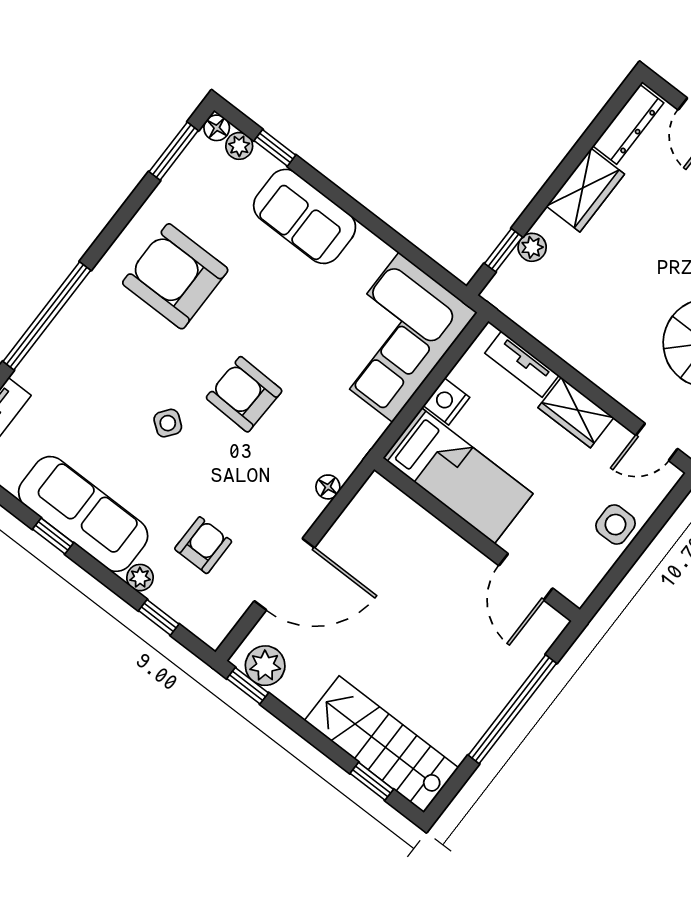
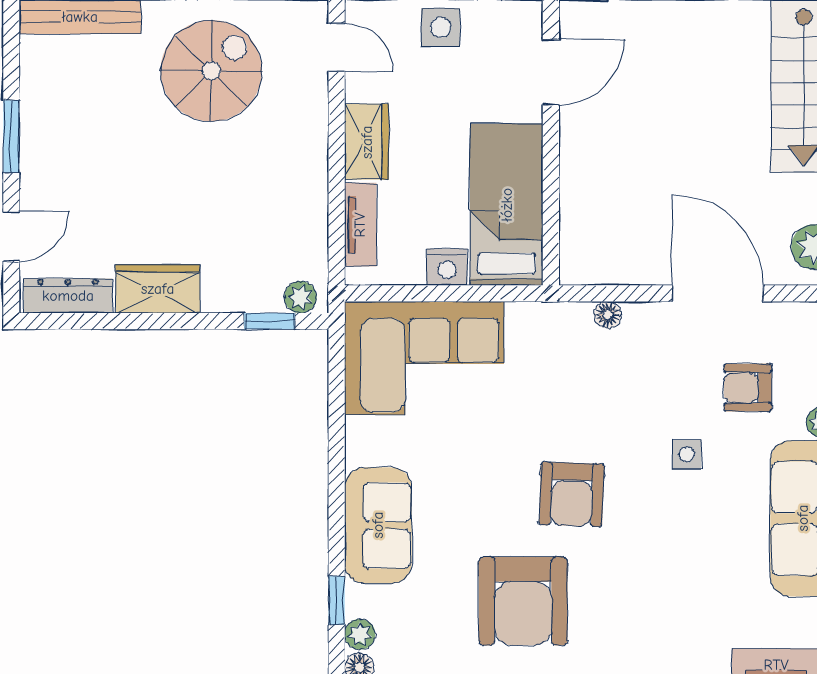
plant: (532, 247) -> (300, 297), moved
armchair: (244, 394) -> (572, 494), moved
side table: (168, 423) -> (687, 454), moved, turned -37

